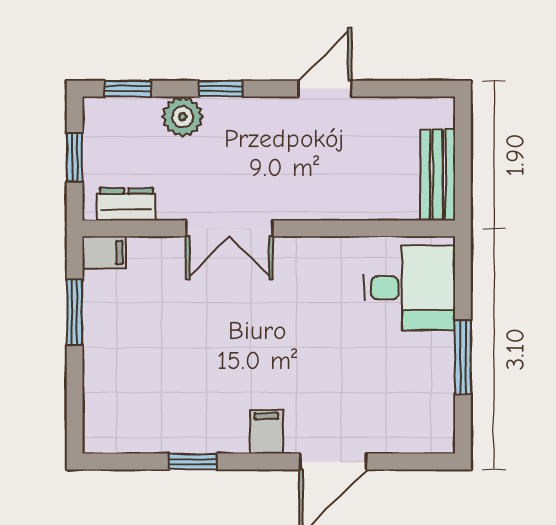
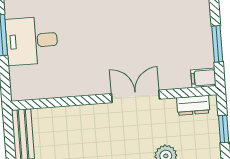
desk: (409, 288) -> (32, 41), moved

